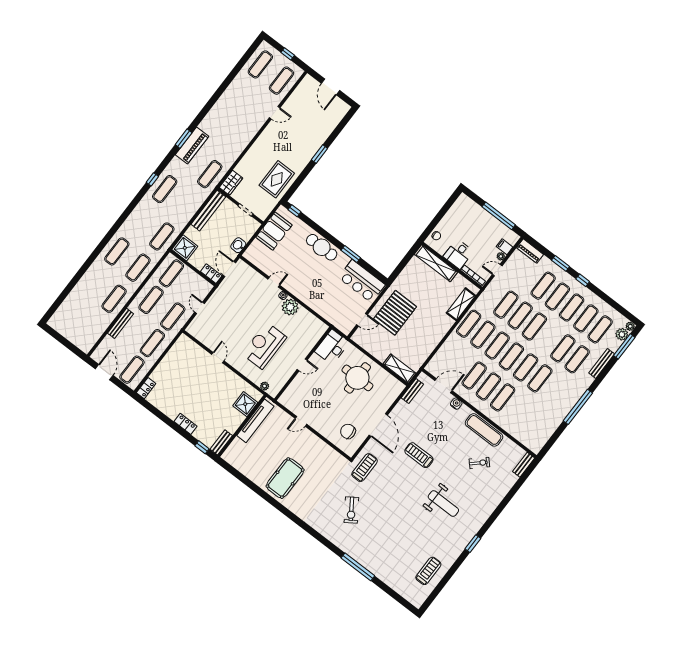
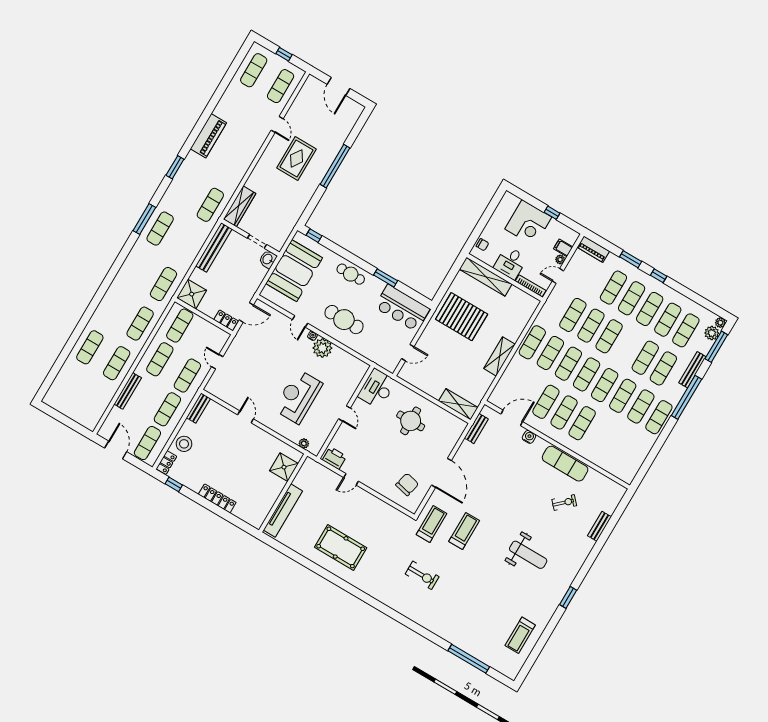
door: (275, 113) -> (277, 124), hinge flipped
piano: (192, 145) -> (208, 136), moved
window: (319, 154) -> (335, 166), width x2.11
window: (152, 179) -> (144, 219), width x2.17
rug: (277, 179) -> (297, 158), moved
wardrobe: (231, 183) -> (240, 206), width x1.50
window: (499, 216) -> (552, 213), width x0.32
corner desk: (477, 222) -> (528, 223), added
booth: (274, 231) -> (294, 271), width x1.36, depth x1.42
washbasin: (238, 245) -> (268, 259), moved
cafe table: (322, 247) -> (351, 274), width x0.73, depth x0.74
exercise mat: (117, 251) -> (90, 347), moved
door: (229, 269) -> (246, 312), swing flipped
door: (274, 282) -> (300, 321), swing flipped
cafe table: (311, 285) -> (344, 320), added
shelving: (461, 304) -> (500, 356), moved
pallet: (395, 313) -> (462, 317), moved, turned 90
door: (302, 365) -> (345, 413), hinge flipped
stool: (163, 374) -> (184, 444), added
round table: (357, 378) -> (411, 421), width x0.73, depth x0.73
exercise mat: (554, 389) -> (641, 406), added
exercise mat: (568, 400) -> (659, 417), added
printer: (289, 402) -> (334, 458), added
window: (578, 407) -> (686, 397), moved
tv unit: (255, 421) -> (283, 511), moved
locker: (185, 424) -> (217, 498), width x1.53
chair: (348, 431) -> (407, 484), turned 107
bench: (221, 442) -> (198, 408), moved
window: (202, 447) -> (174, 484), moved
treadmill: (419, 455) -> (464, 531), moved, turned 90
bench: (524, 465) -> (599, 526), moved
pool table: (285, 478) -> (341, 547), turned 90
exercise bike: (351, 510) -> (422, 575), turned -56
window: (358, 567) -> (469, 659), moved
treadmill: (428, 571) -> (520, 635), turned 180

